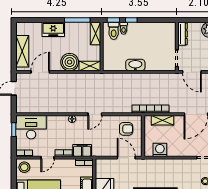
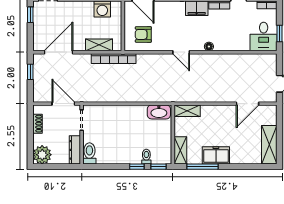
freezer: (53, 29) -> (216, 155), moved
toilet: (114, 31) -> (89, 153), moved
shelving: (22, 51) -> (269, 145), moved
boiler: (70, 62) -> (212, 116), removed
washbasin: (135, 65) -> (159, 112), moved
door: (95, 114) -> (181, 52), swing flipped
desk: (31, 127) -> (264, 37), width x0.73

